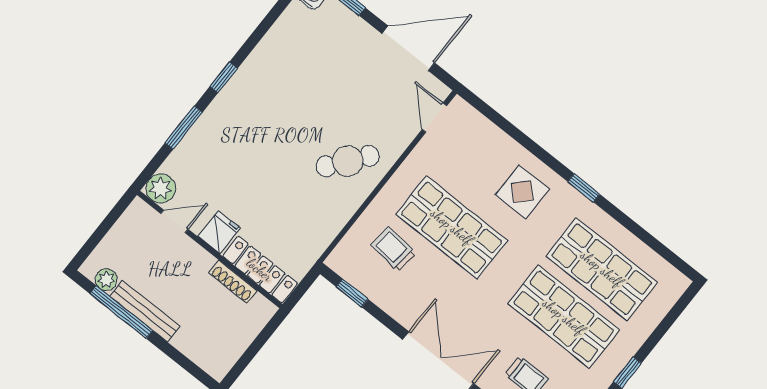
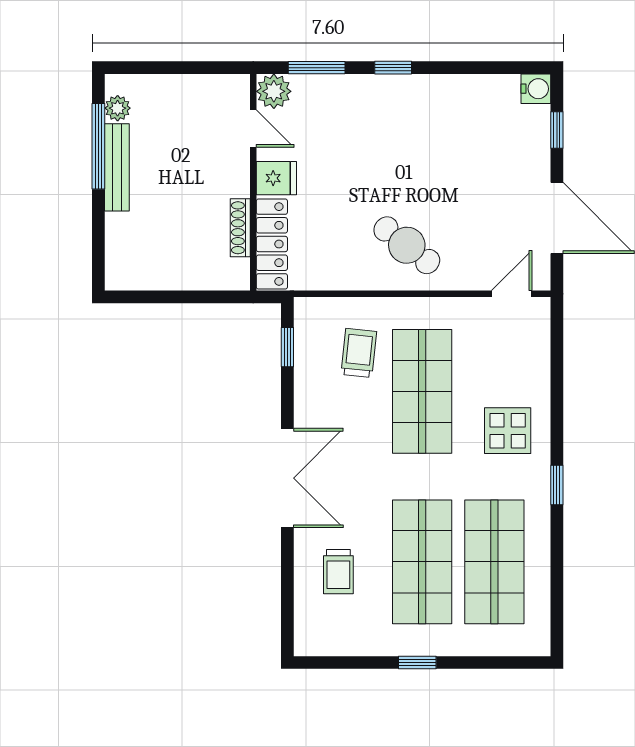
plant: (161, 188) -> (274, 91), moved
door: (174, 221) -> (253, 129), moved
fridge: (219, 232) -> (276, 178), moved
wall: (210, 250) -> (253, 182), moved
locker: (260, 270) -> (272, 244), moved
shoe rack: (233, 282) -> (240, 228), moved

